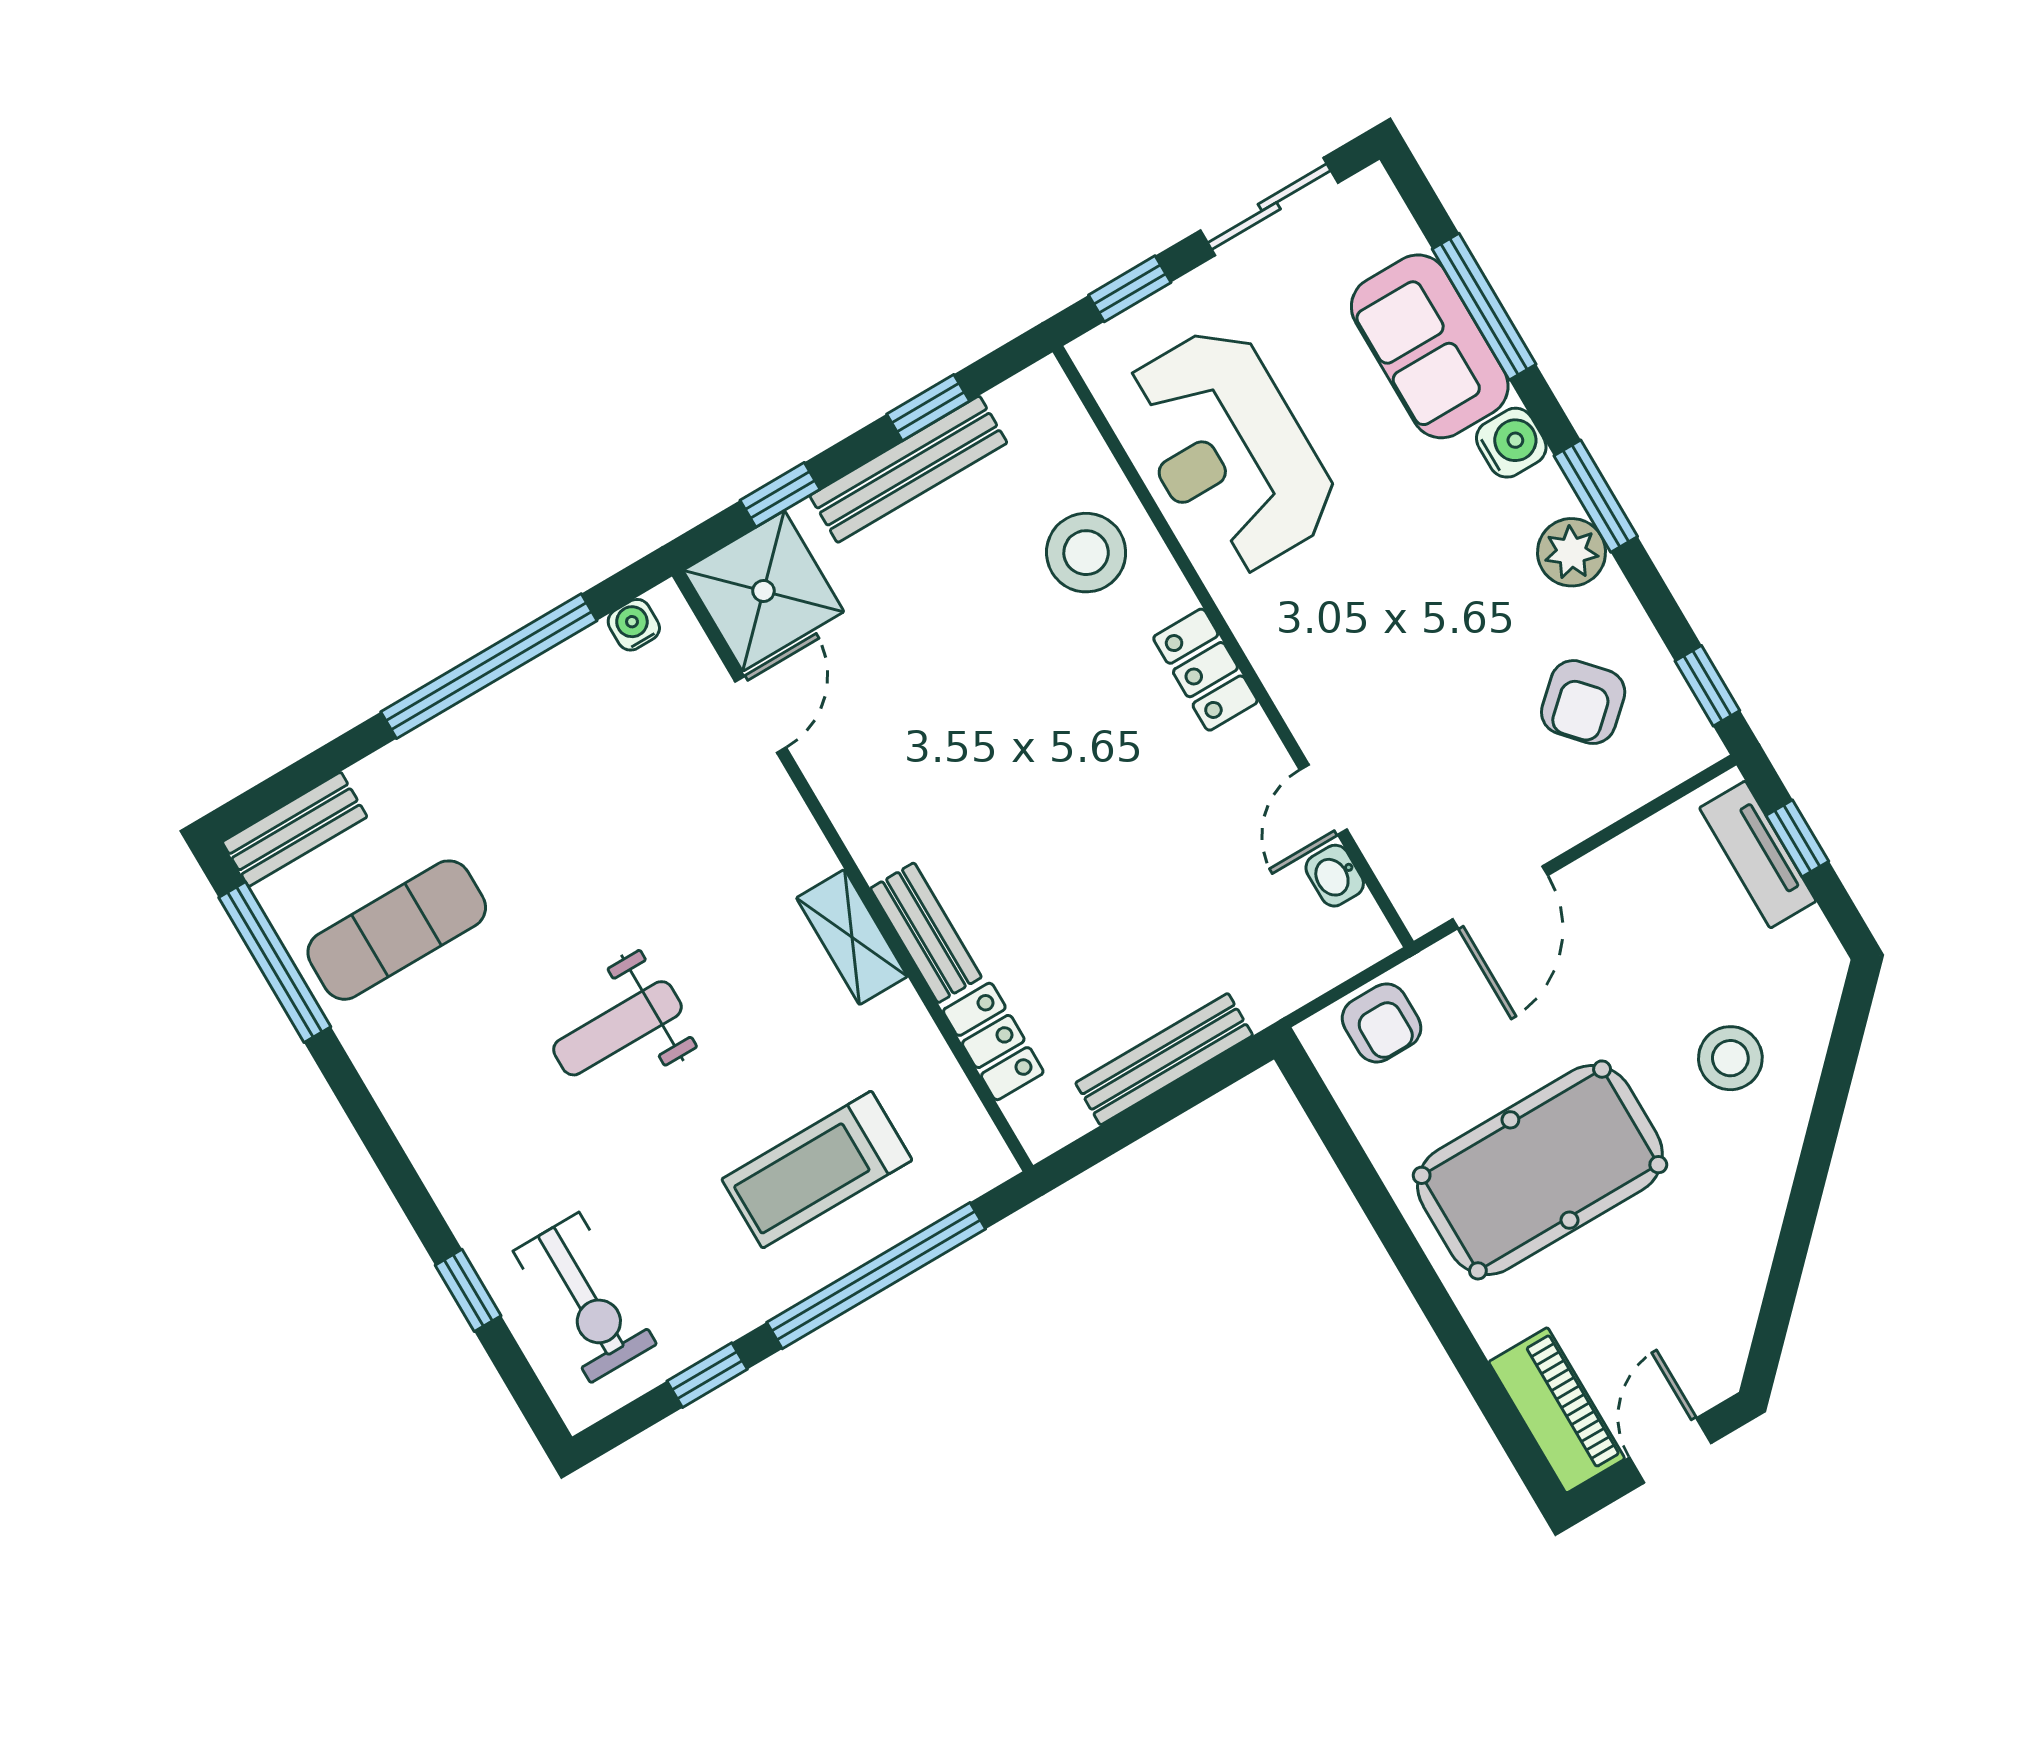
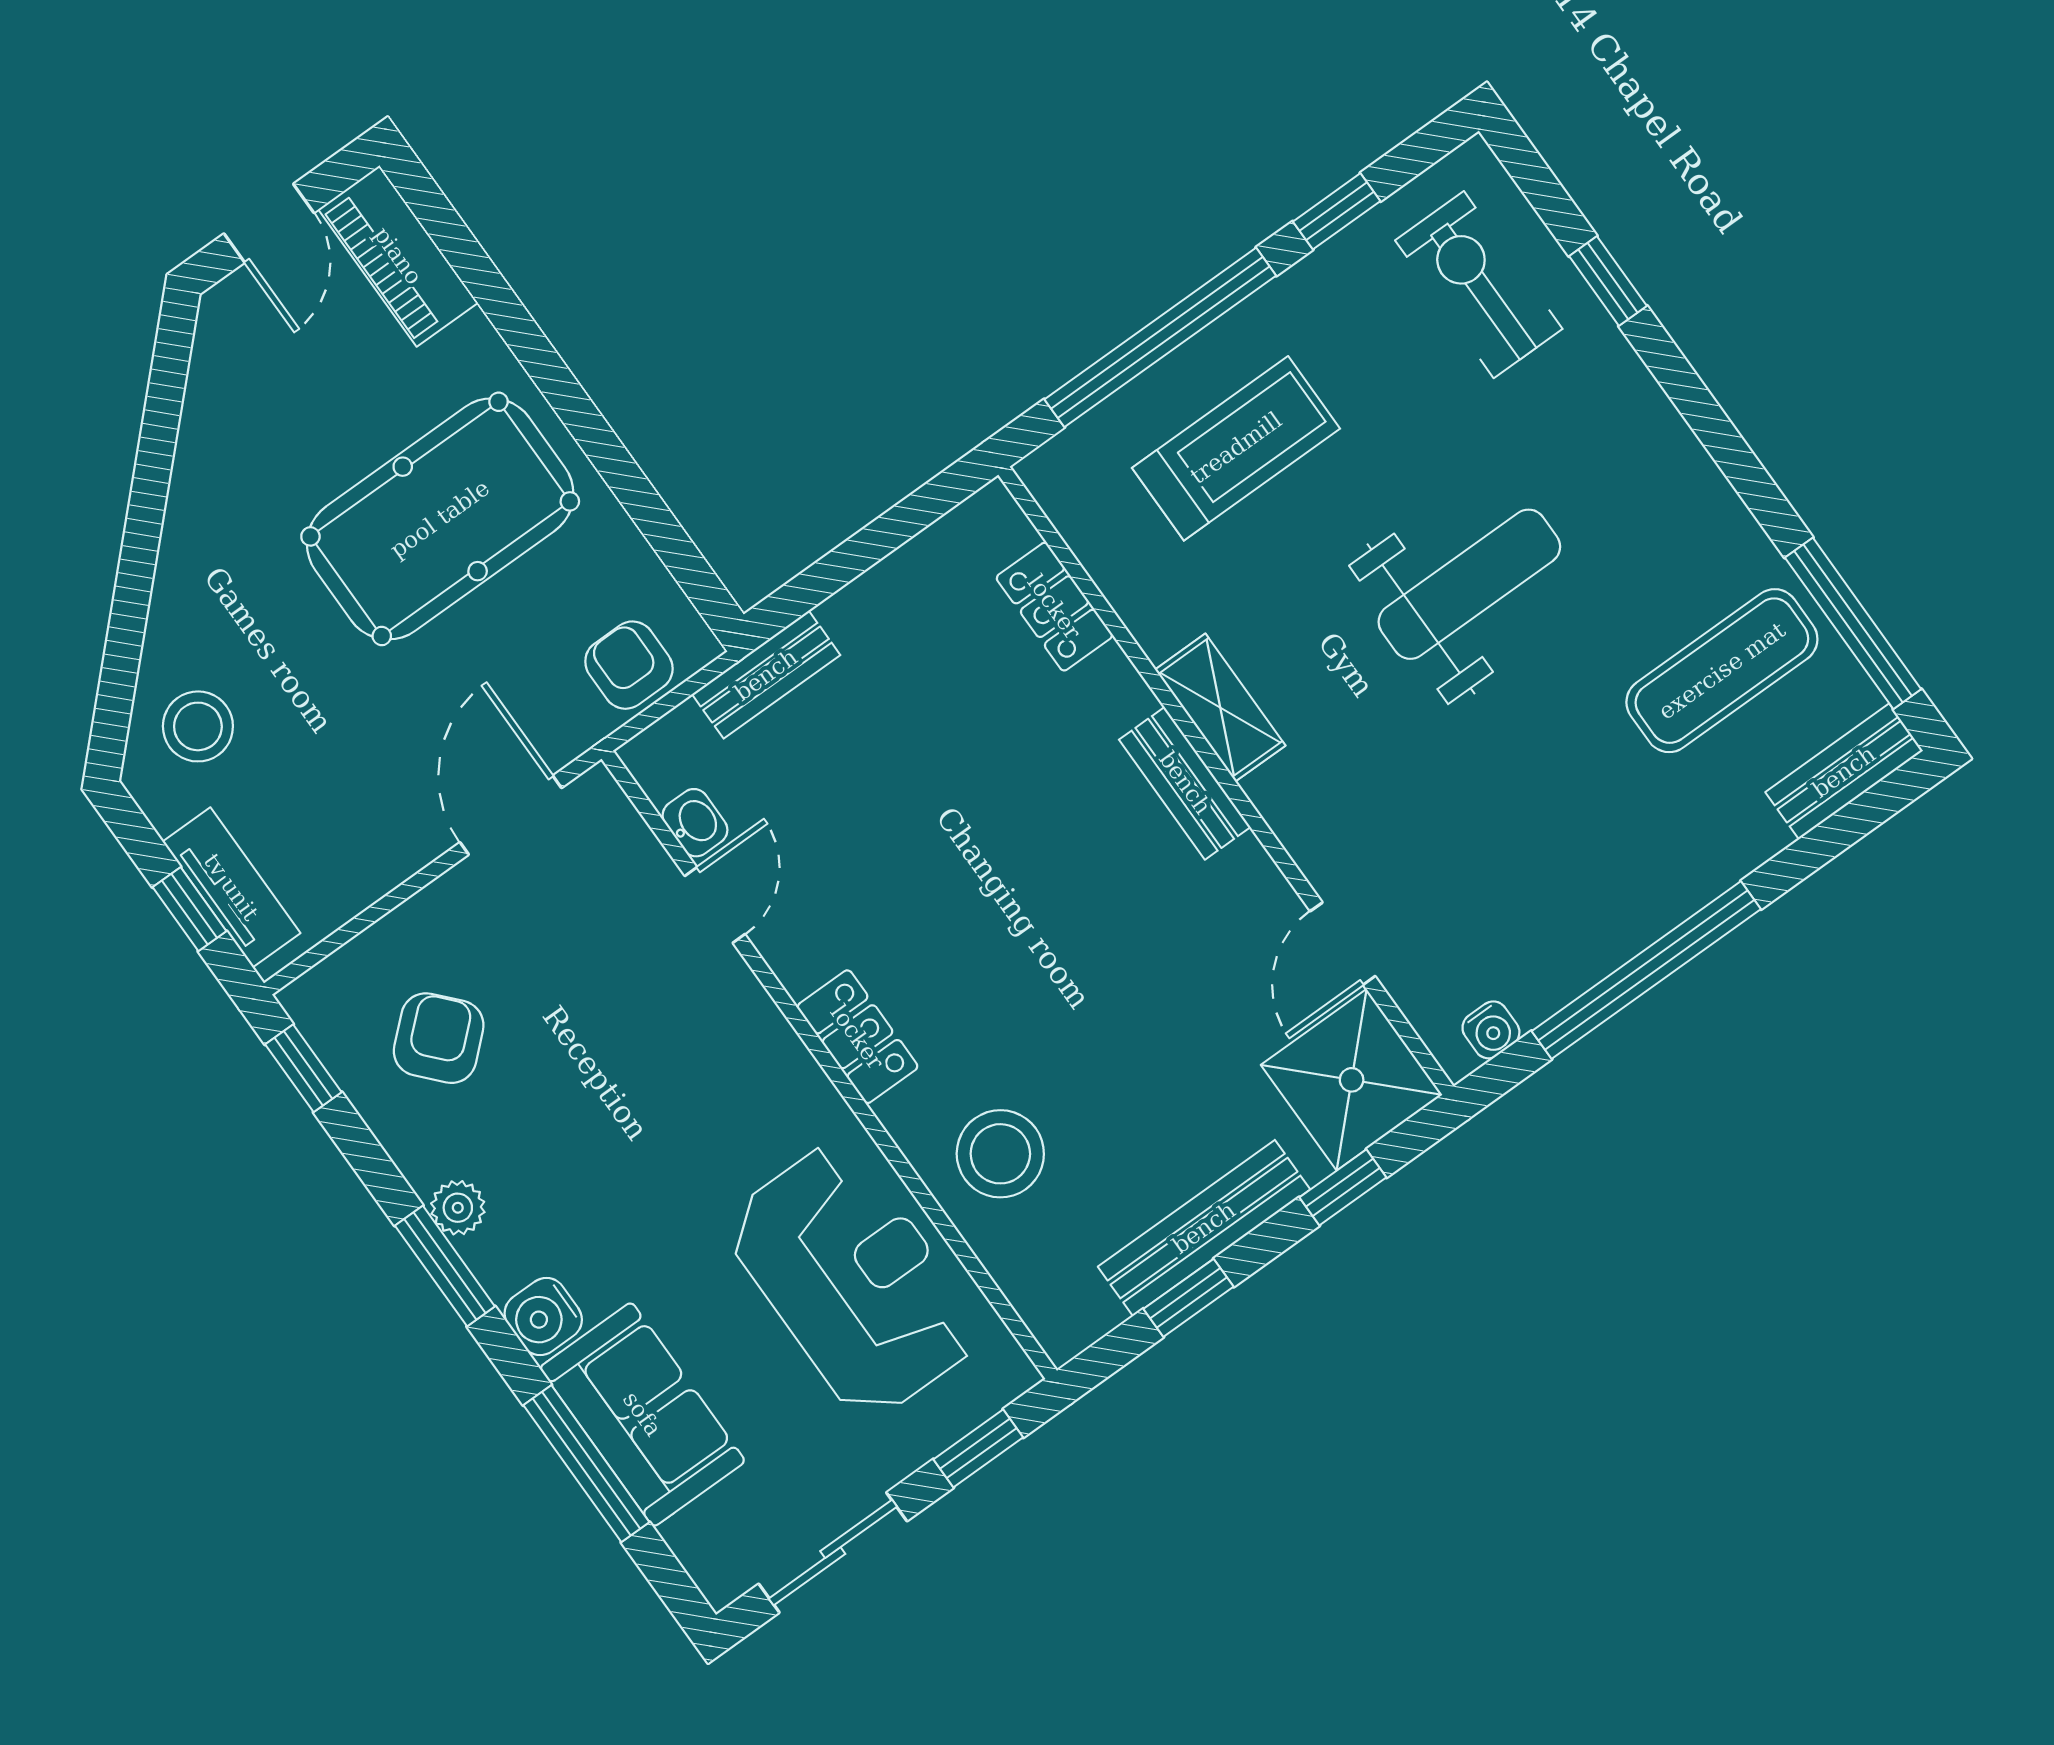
plant: (1571, 552) -> (458, 1208), width x0.73, depth x0.73
bench: (926, 933) -> (1185, 783), moved
weight bench: (617, 1028) -> (1469, 584), width x1.36, depth x1.33
stool: (1730, 1058) -> (198, 726), moved
bench: (1164, 1059) -> (766, 675), moved, width x0.73

